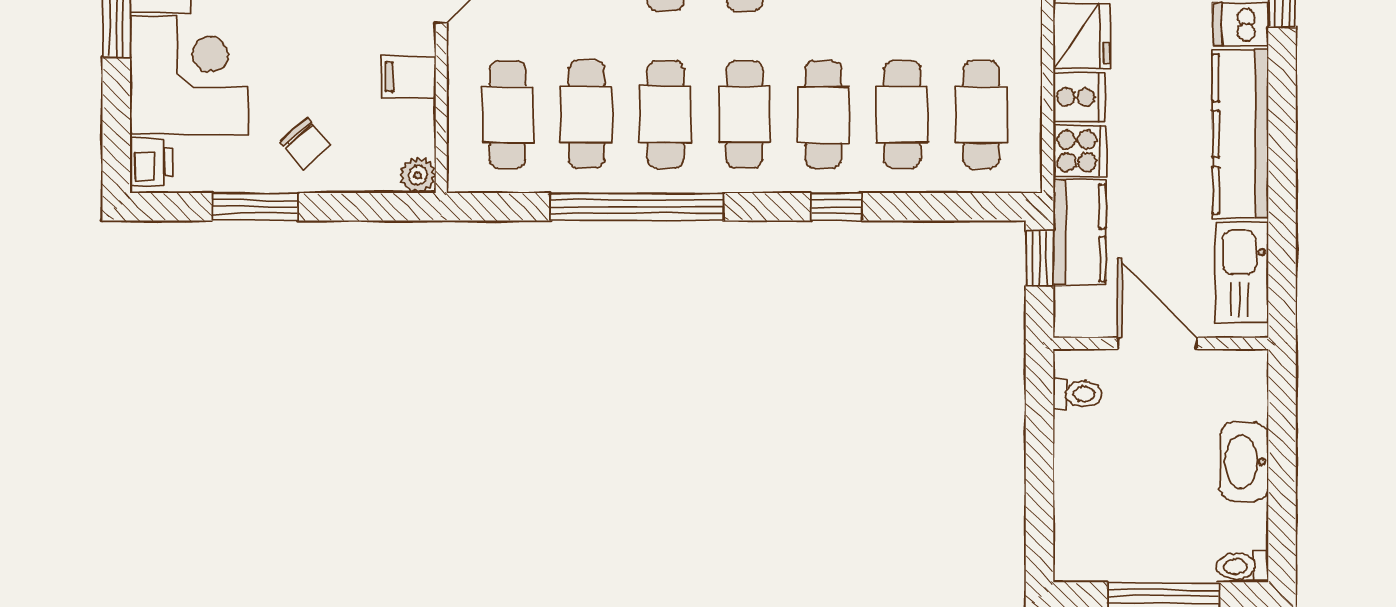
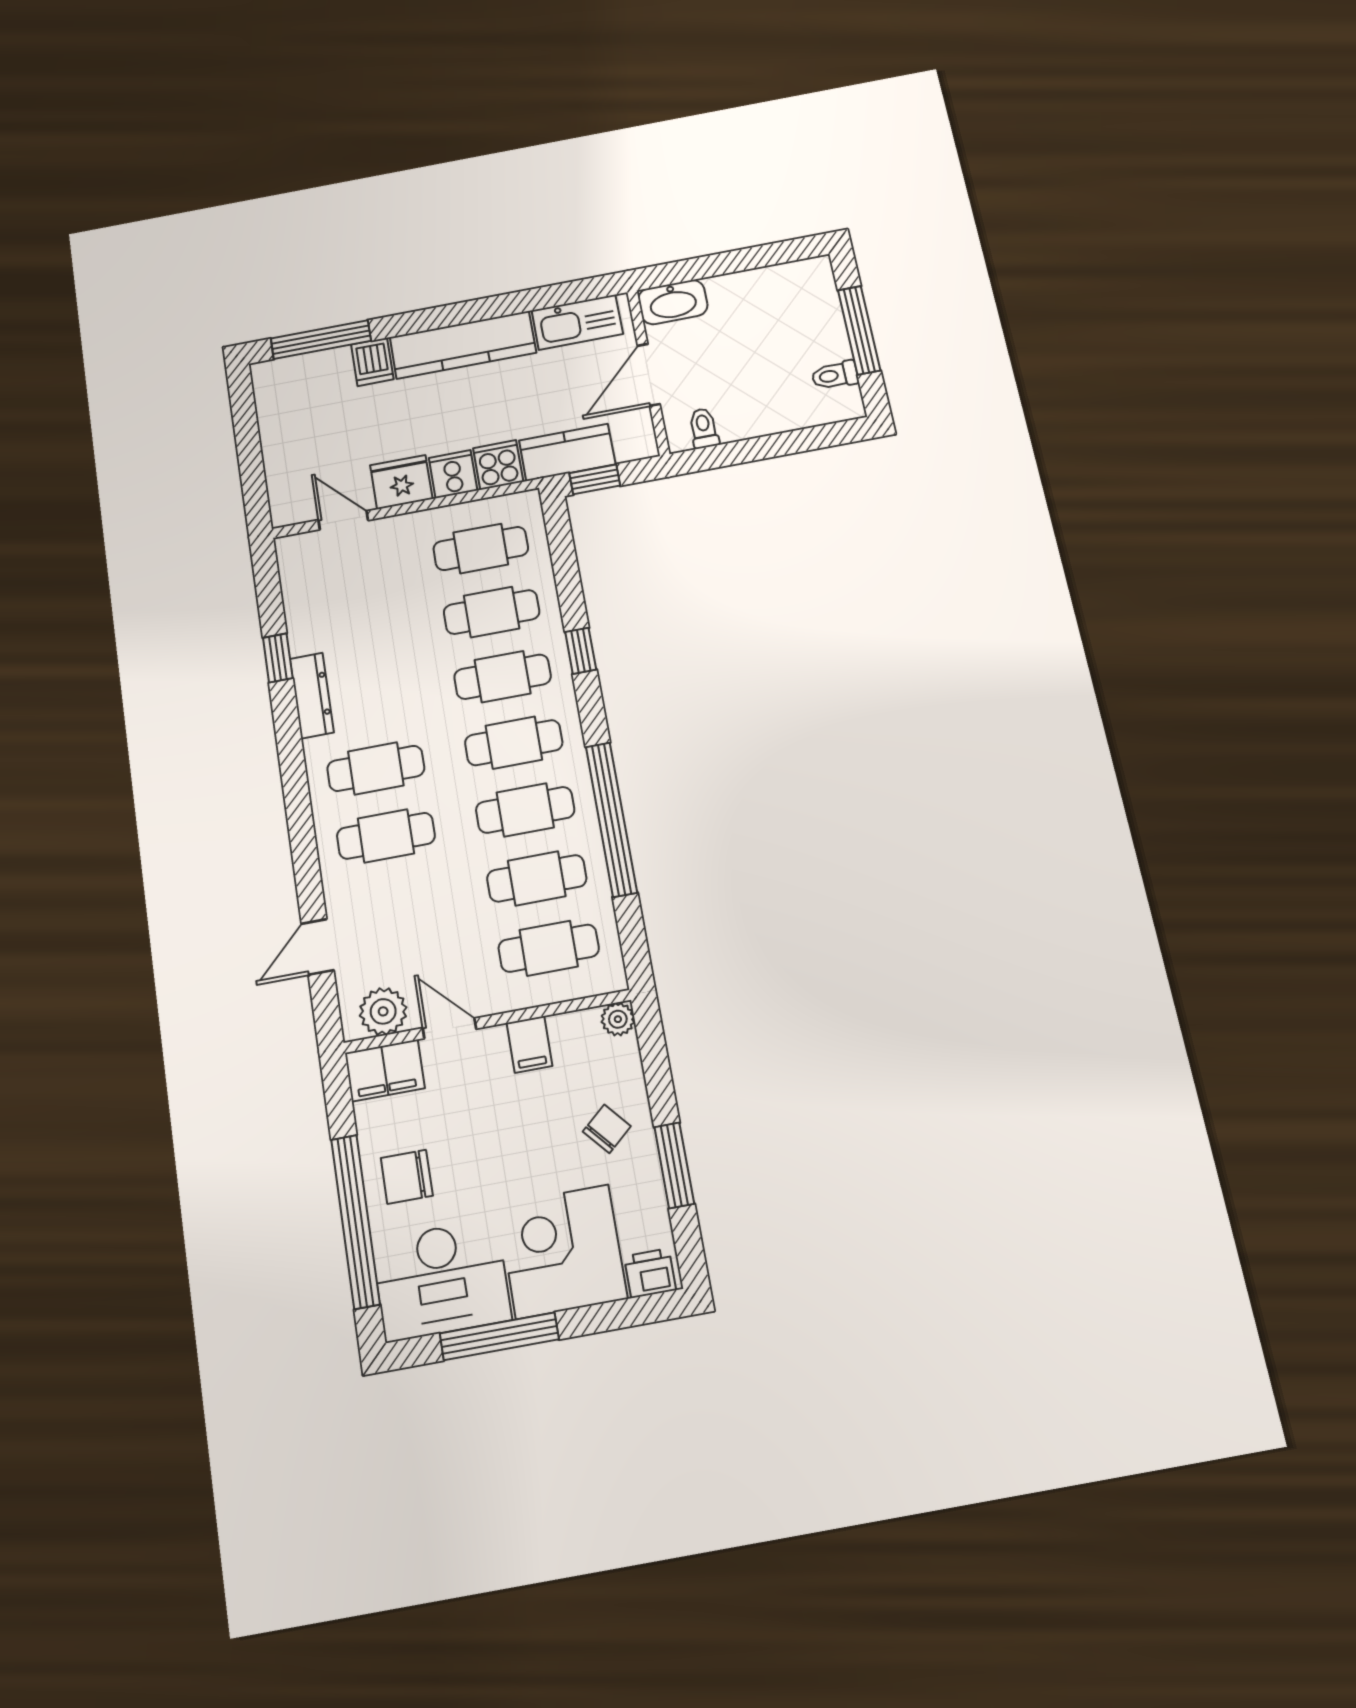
washbasin: (1244, 462) -> (673, 302), moved
toilet: (1243, 566) -> (835, 375), moved, turned 90

